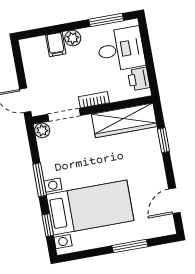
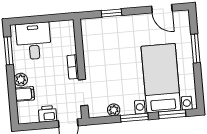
printer: (139, 79) -> (48, 114), moved, turned 180
wardrobe: (124, 120) -> (92, 44), removed
plant: (42, 130) -> (114, 110), moved
window: (48, 225) -> (172, 114), width x1.50

